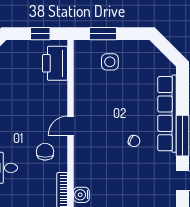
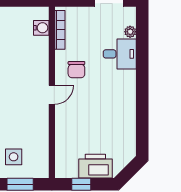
printer: (55, 63) -> (95, 166), moved, turned -90

